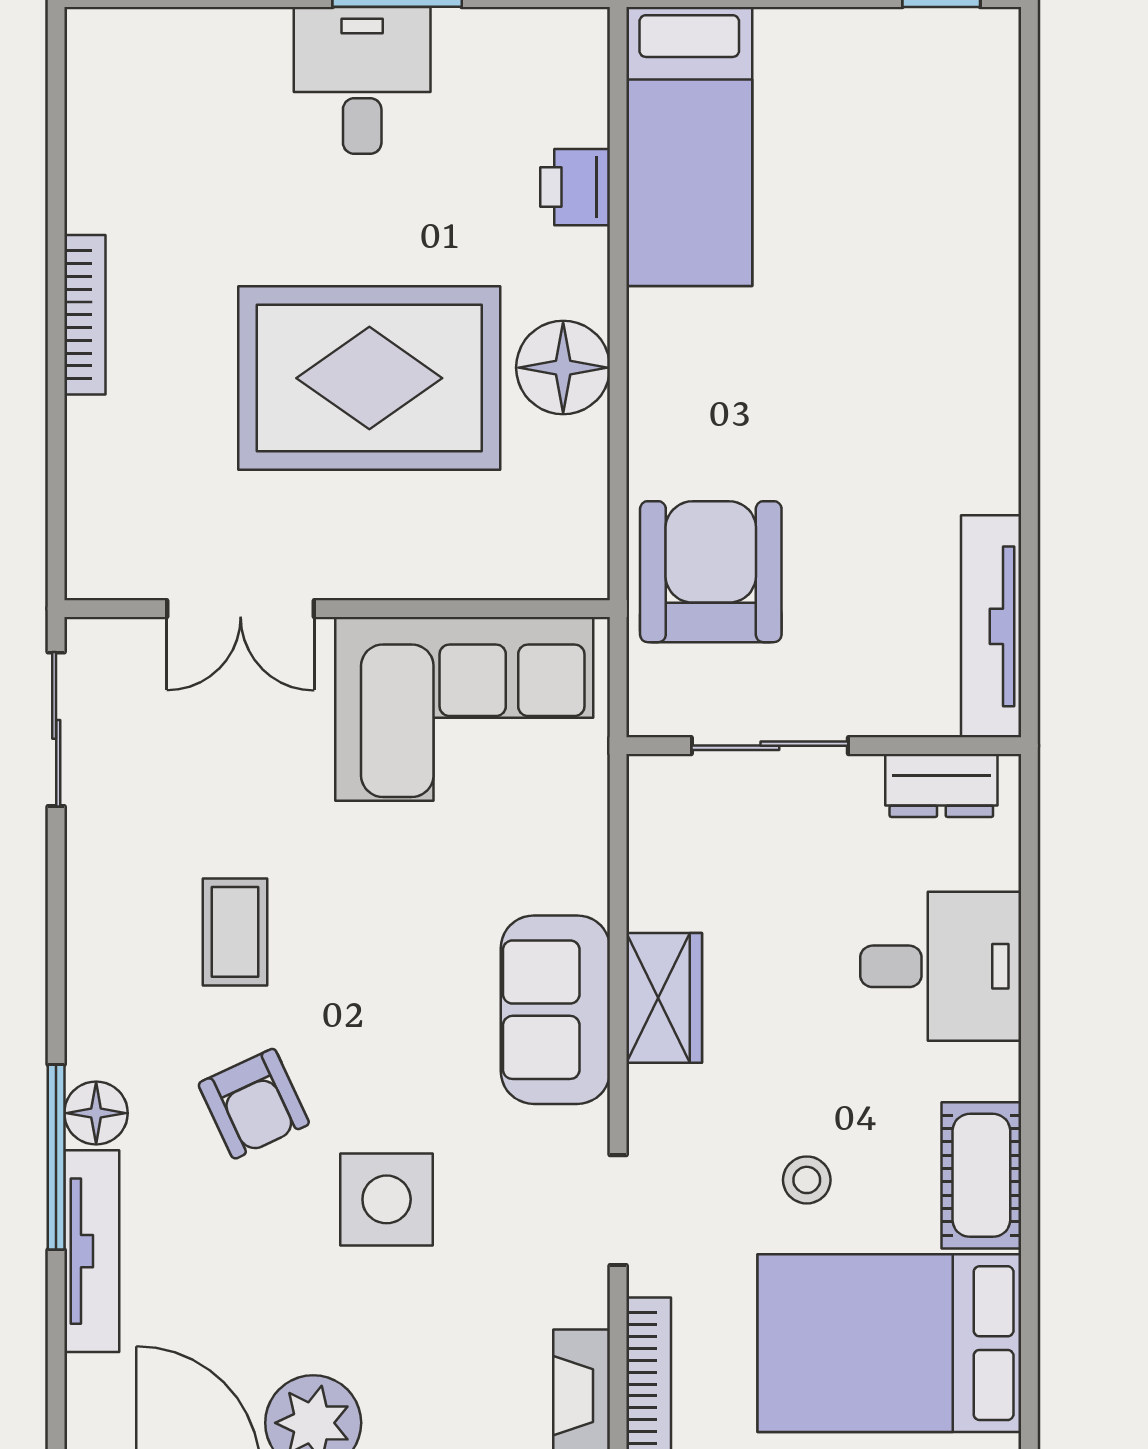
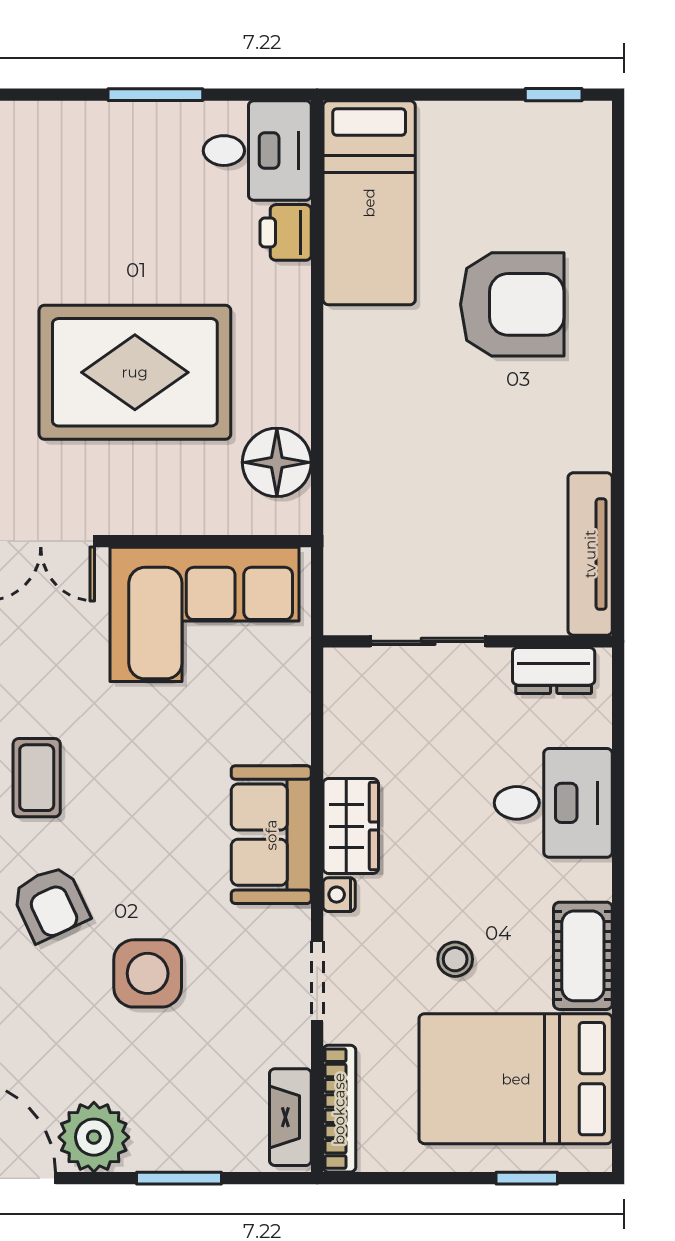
desk: (362, 80) -> (257, 151), moved, turned 90
floor lamp: (563, 368) -> (277, 462), moved
armchair: (711, 572) -> (512, 304), moved, turned 90
nightstand: (648, 1092) -> (339, 895), added

